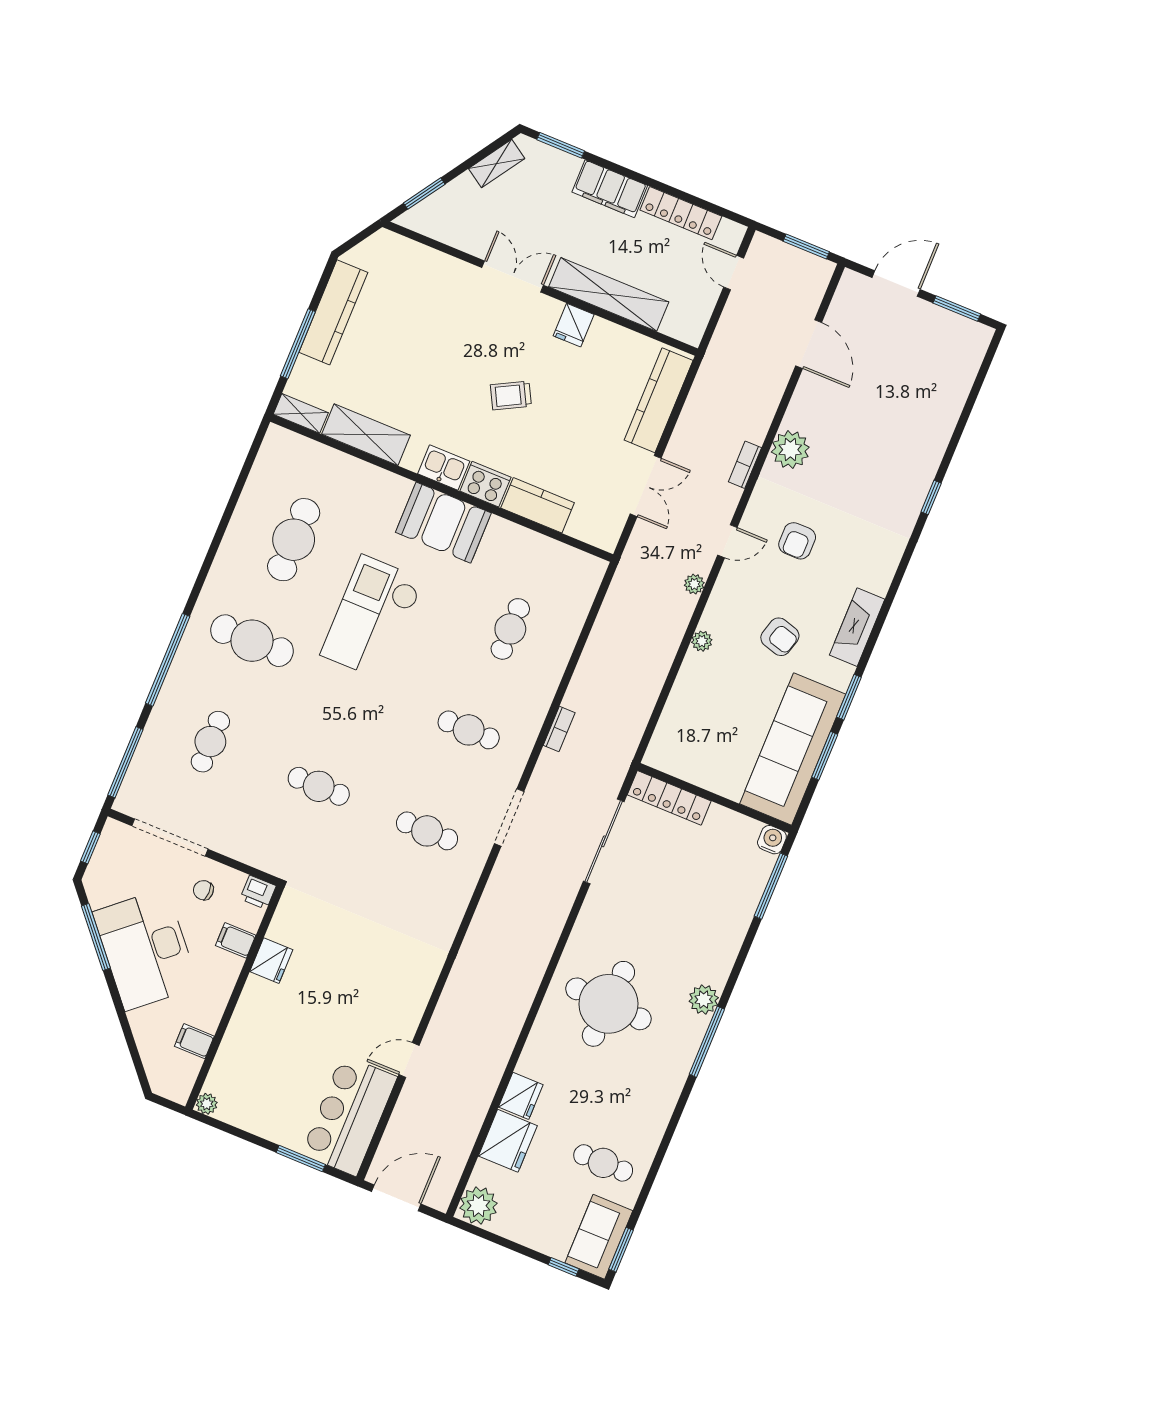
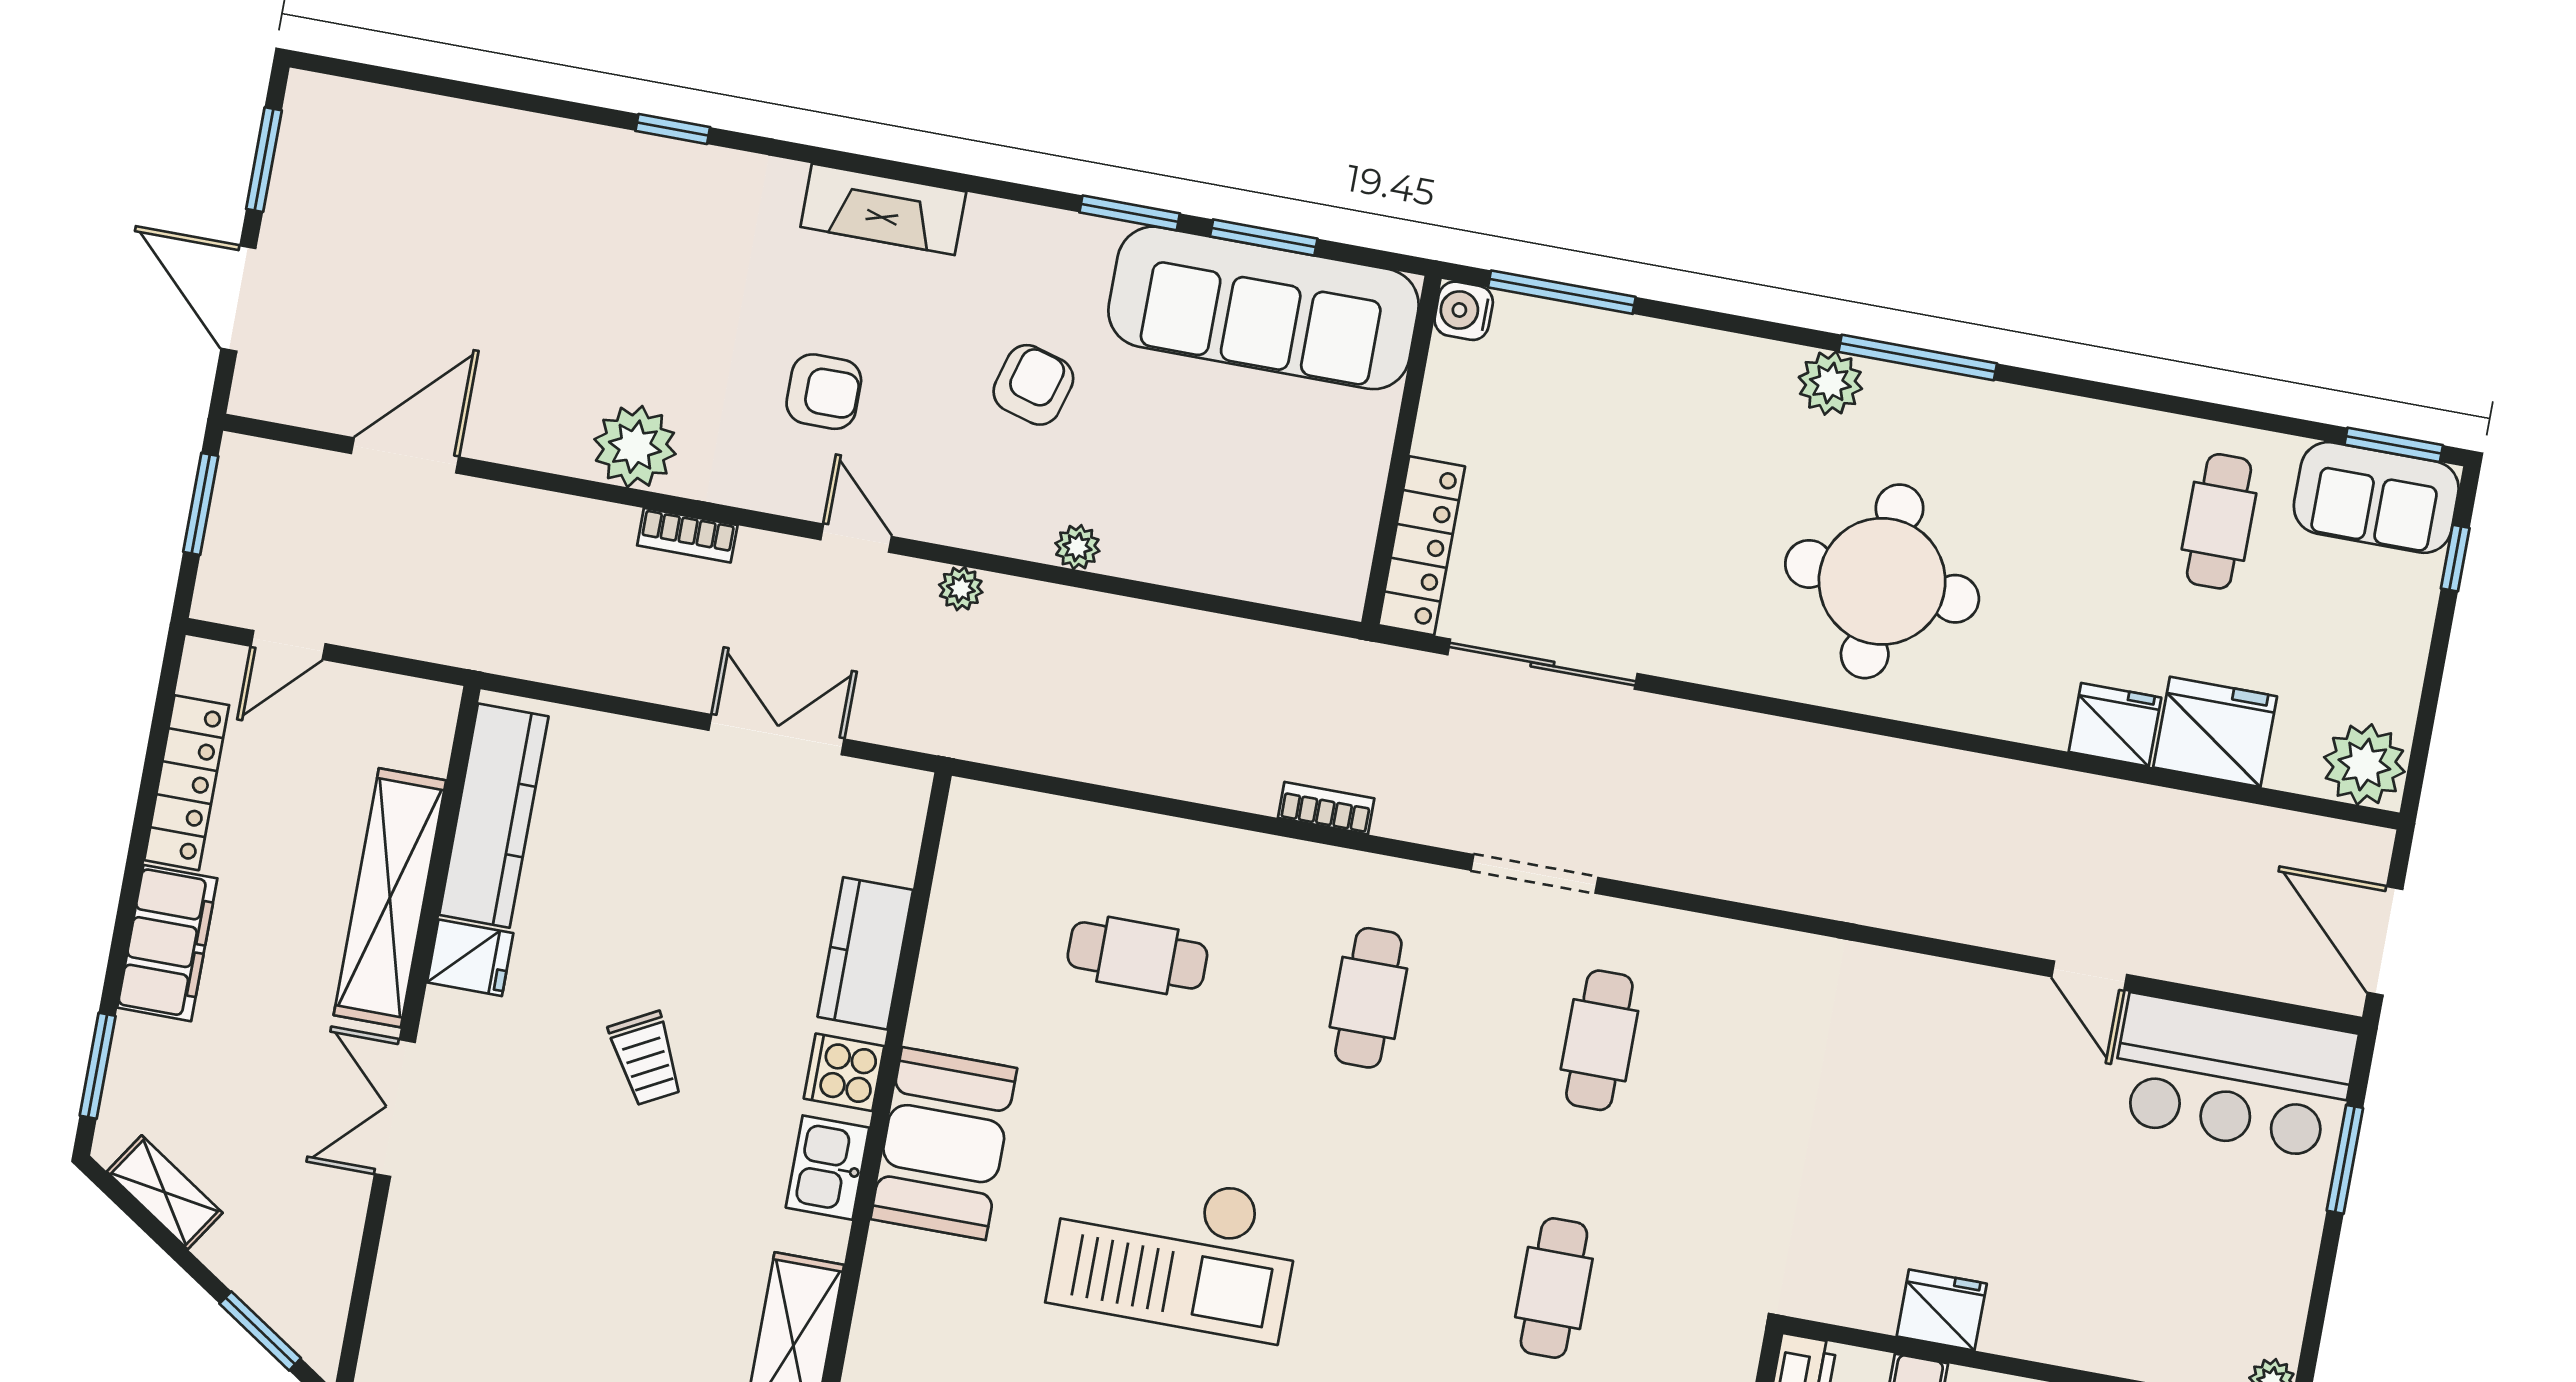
kitchen counter: (659, 400) -> (494, 816), moved, turned -90
cooker: (485, 484) -> (844, 1072), width x0.73
fireplace: (857, 627) -> (883, 209), moved

